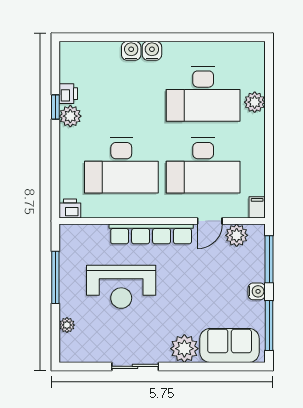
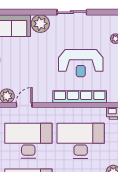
row of seats: (151, 234) -> (80, 97), moved
reception desk: (121, 287) -> (81, 63), turned 180

